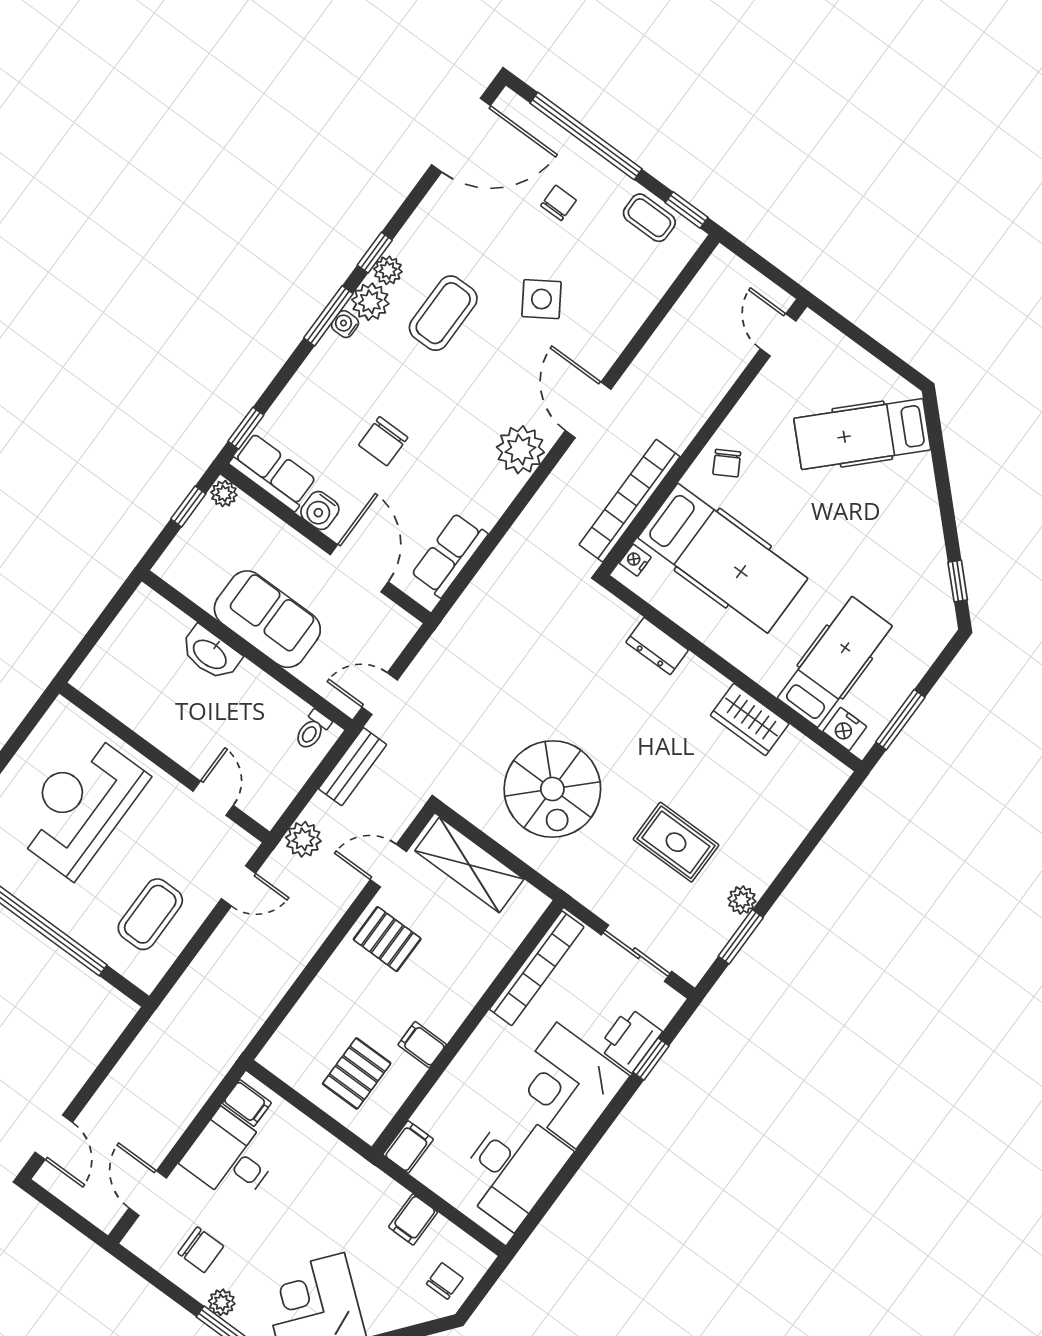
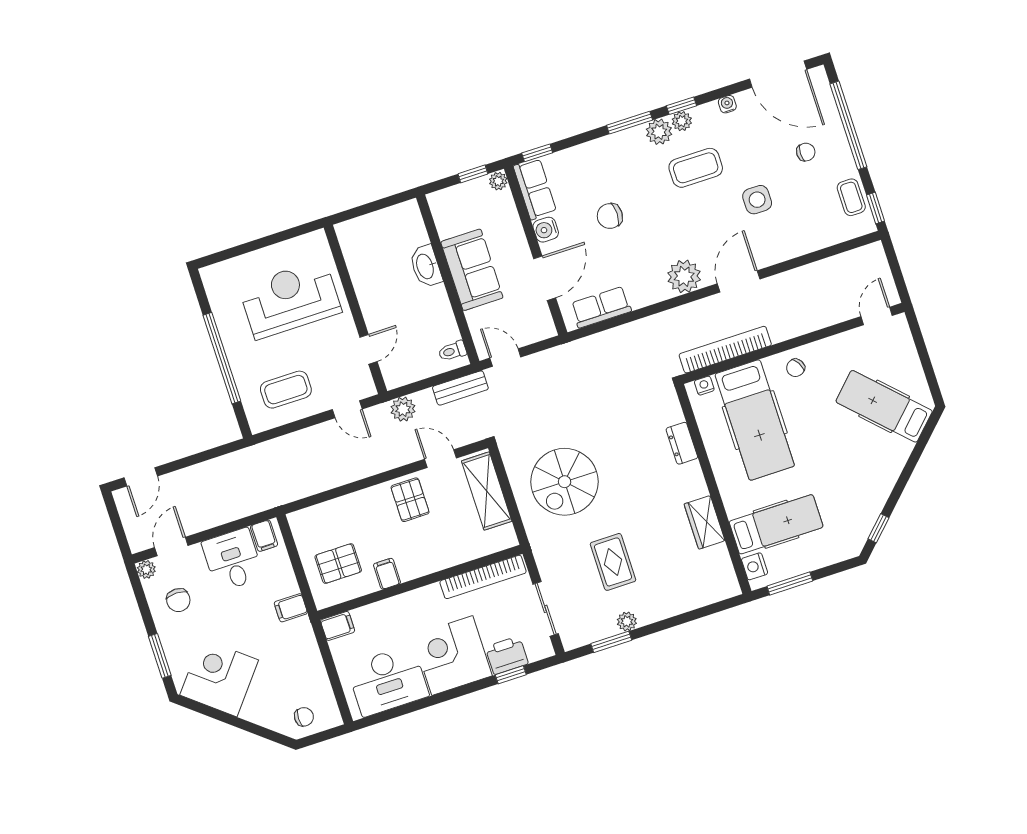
side table: (541, 299) -> (757, 200), turned 33
water cooler: (345, 324) -> (727, 104), moved
filing cabinet: (413, 1220) -> (291, 608), moved
plant: (222, 1302) -> (146, 569), moved

